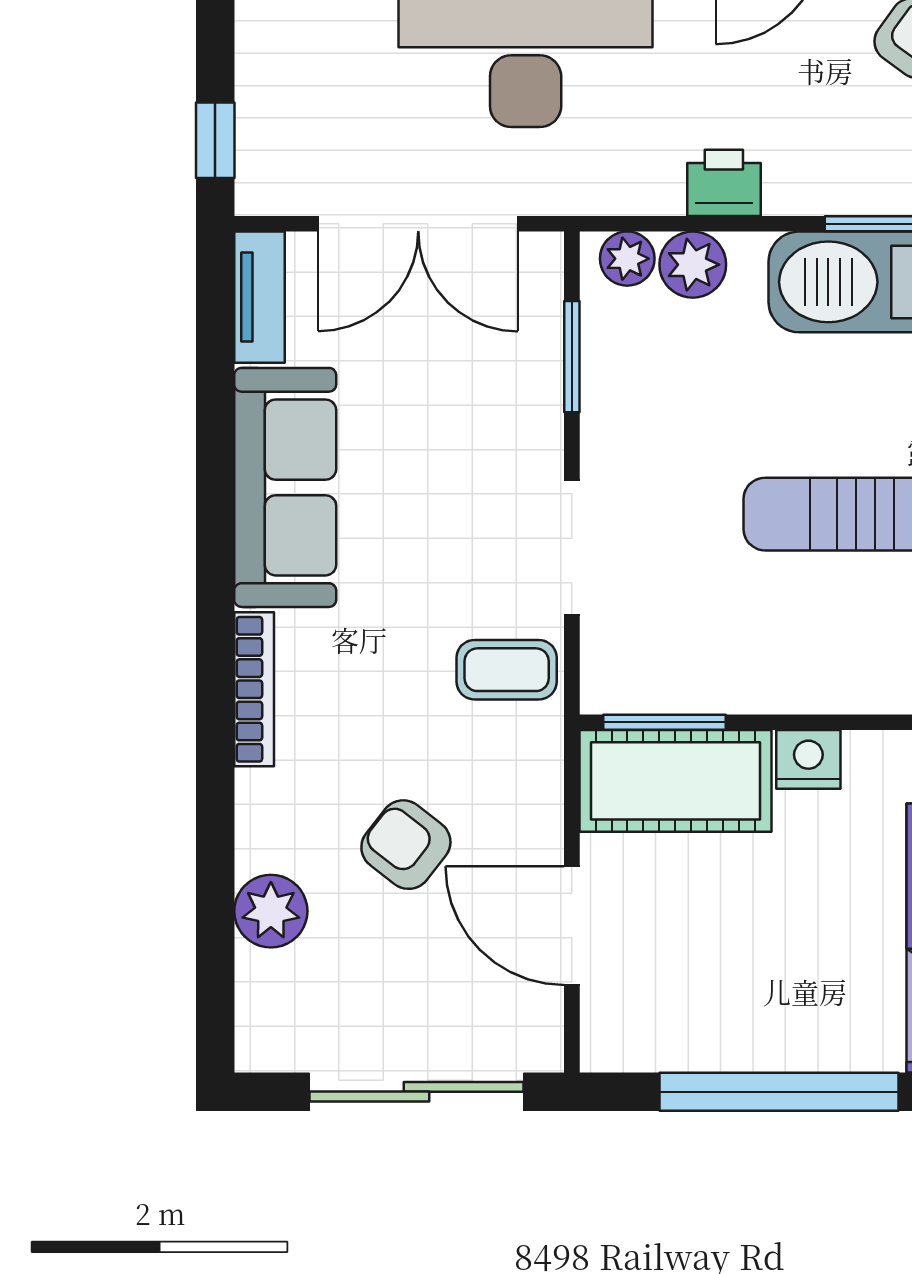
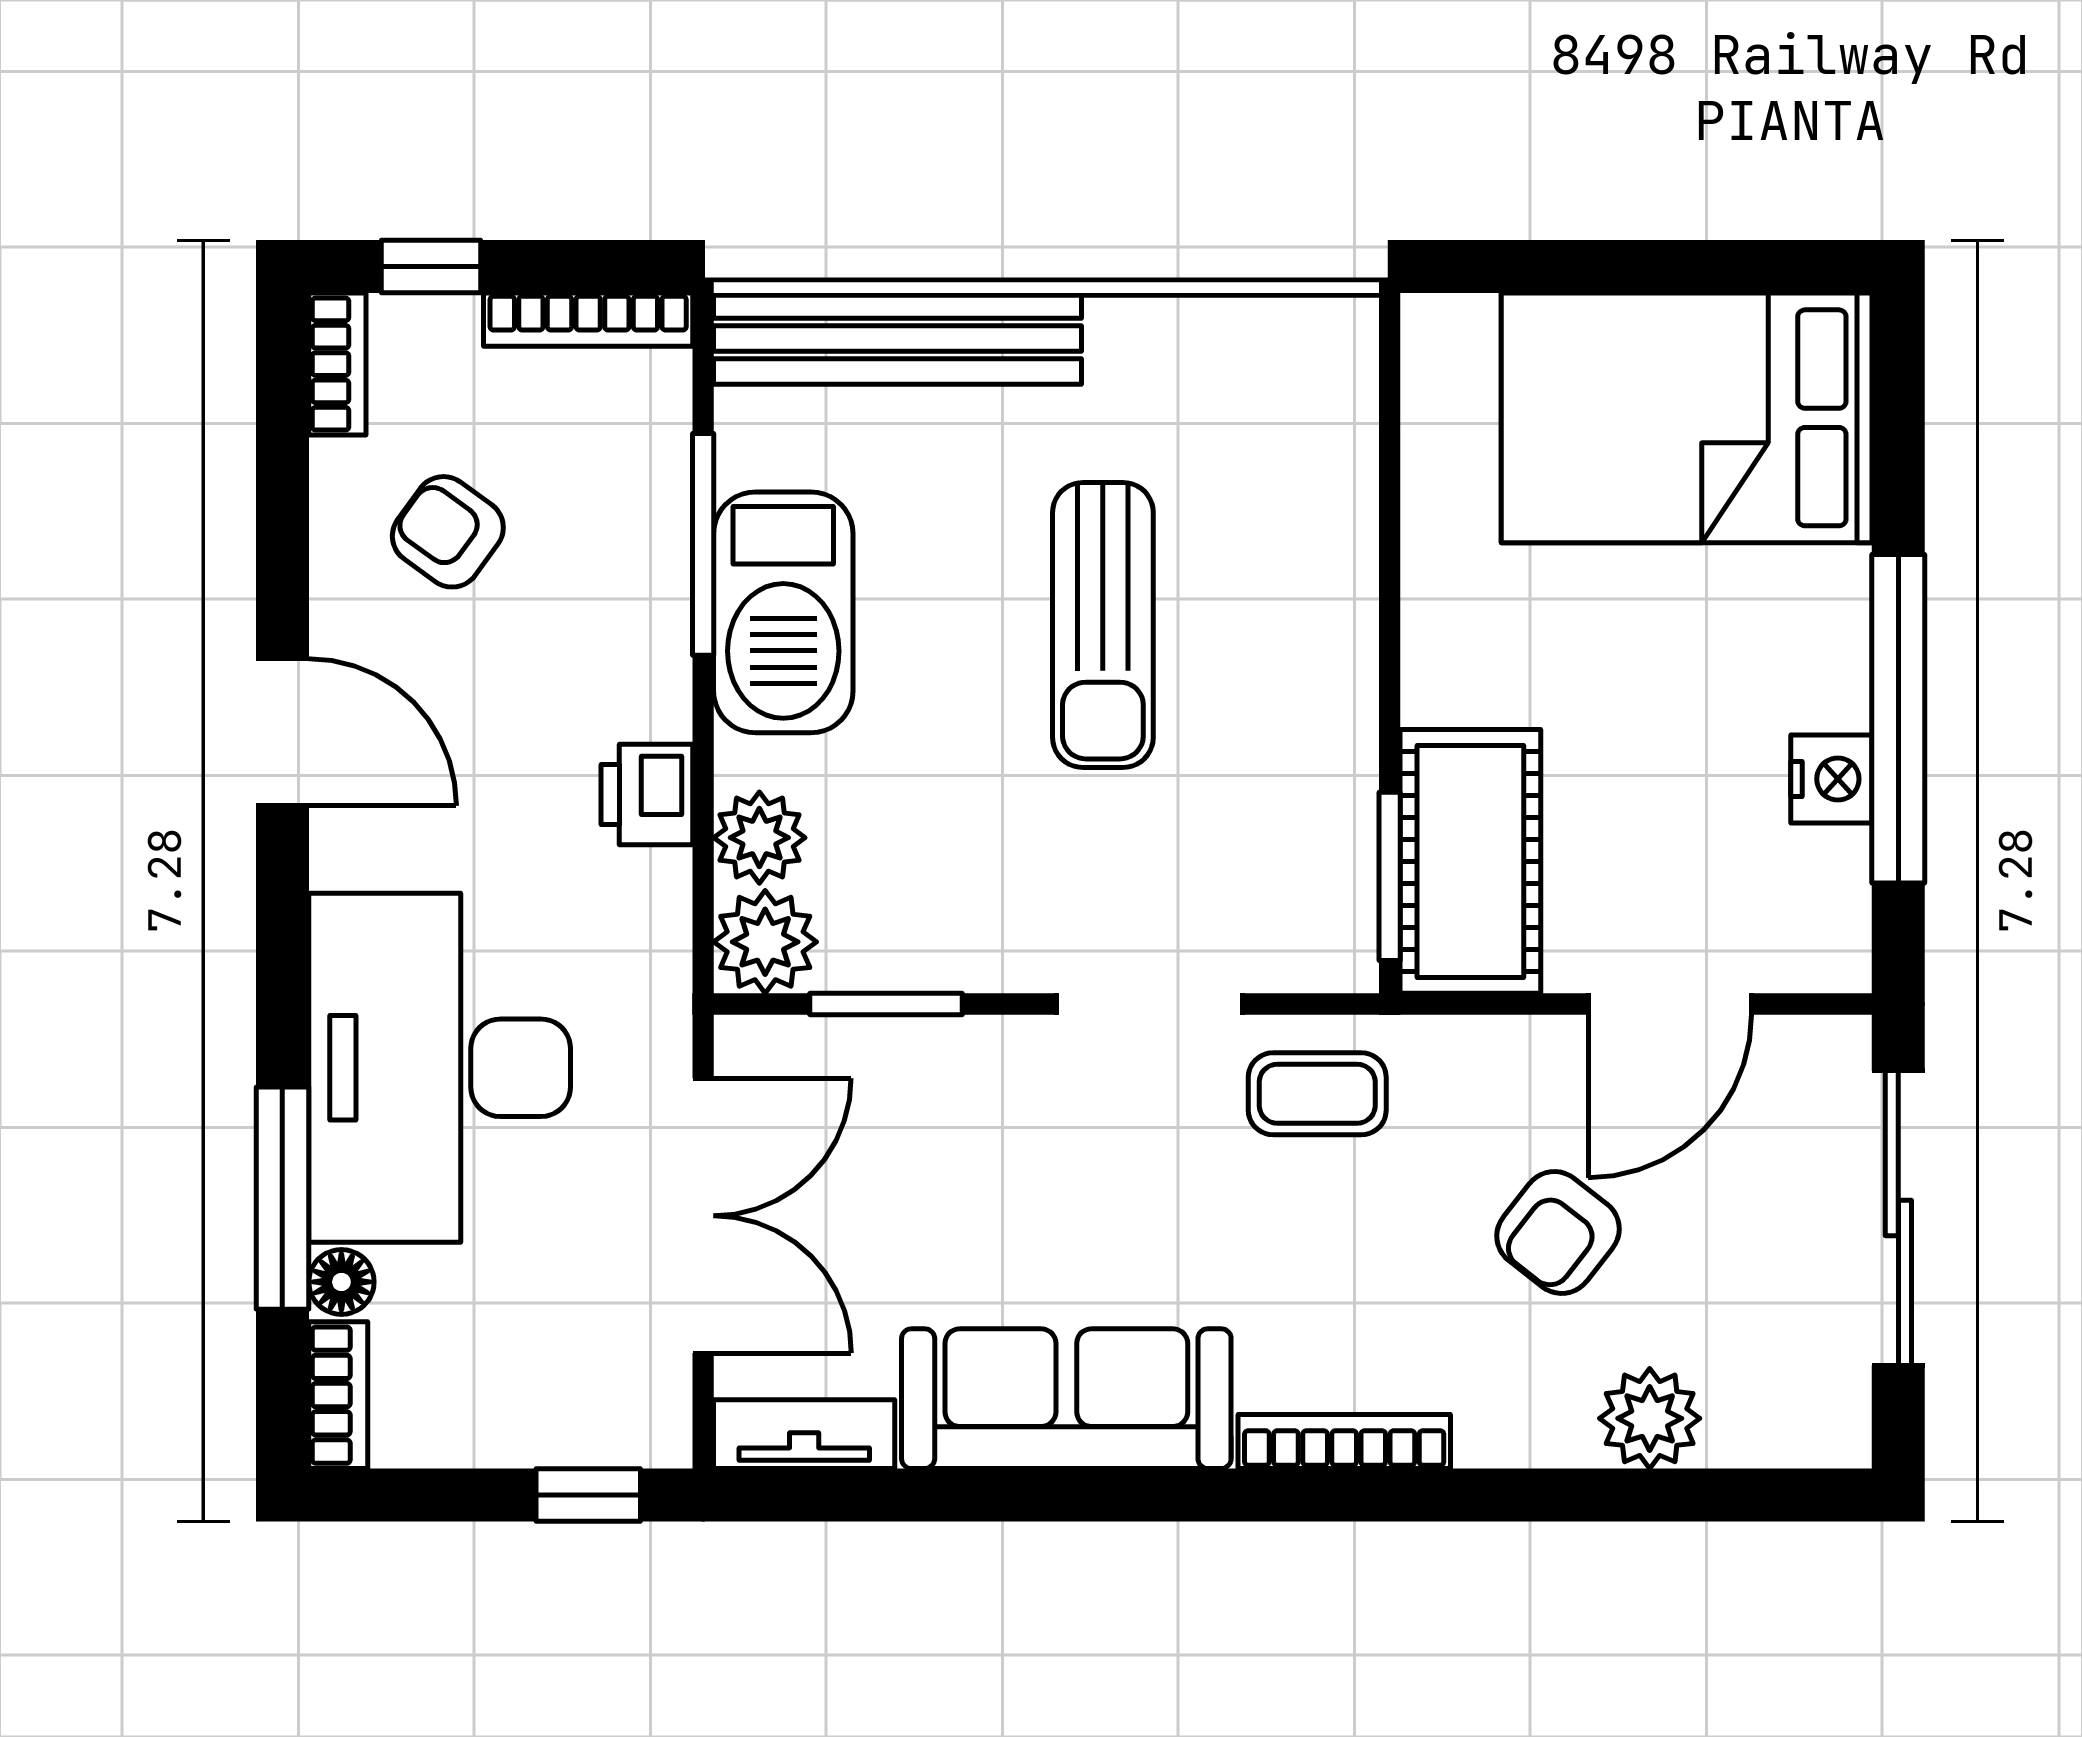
plant: (627, 259) -> (765, 942), width x1.38, depth x1.38
coffee table: (507, 670) -> (1317, 1094), turned 90
nightstand: (808, 759) -> (1831, 779), moved, turned 180

